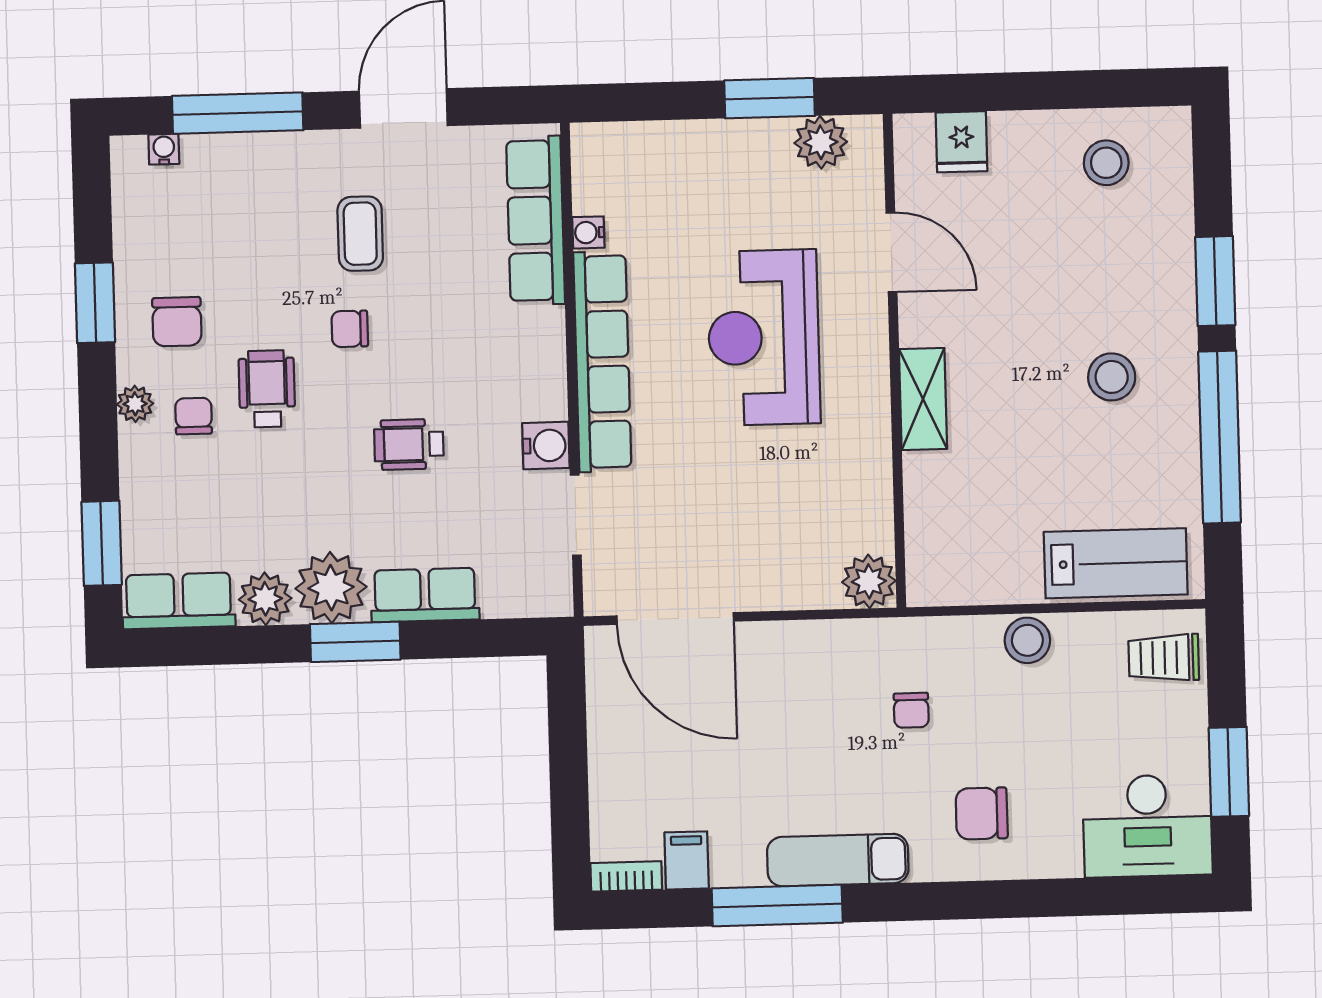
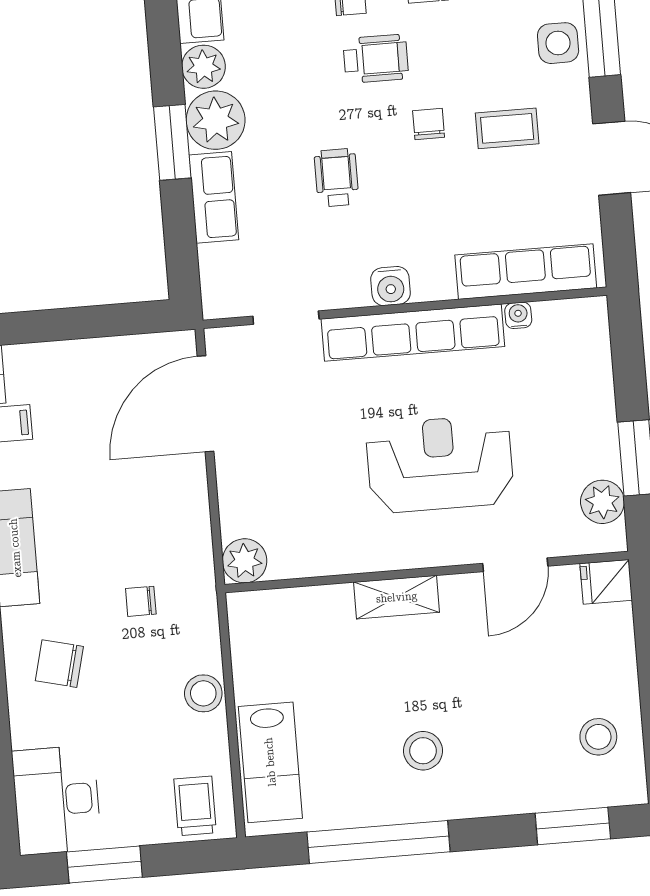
fridge: (961, 142) -> (606, 582), moved
side table: (260, 166) -> (558, 43), added
window: (1215, 281) -> (573, 826), moved
water cooler: (546, 446) -> (391, 286), moved
chair: (982, 813) -> (59, 664), turned -76

